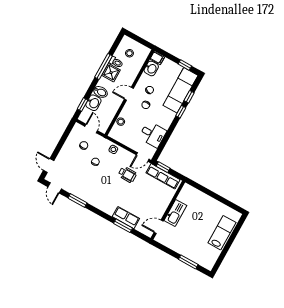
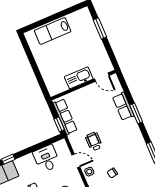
door: (143, 157) -> (76, 161), moved
window: (123, 226) -> (136, 113), moved

